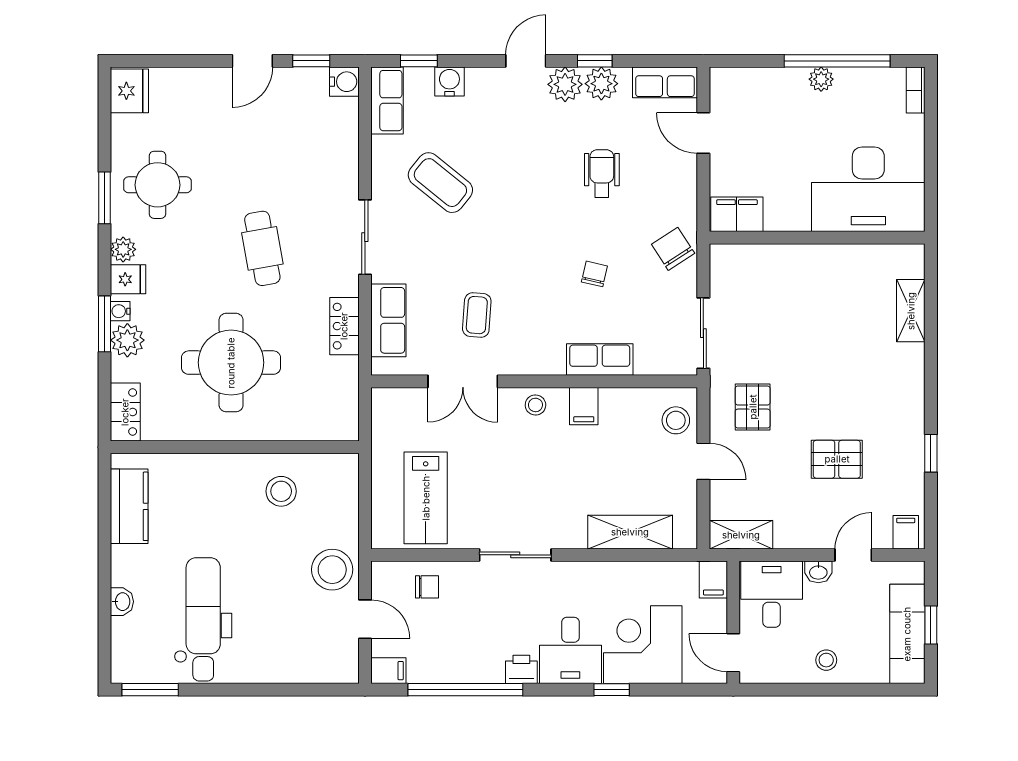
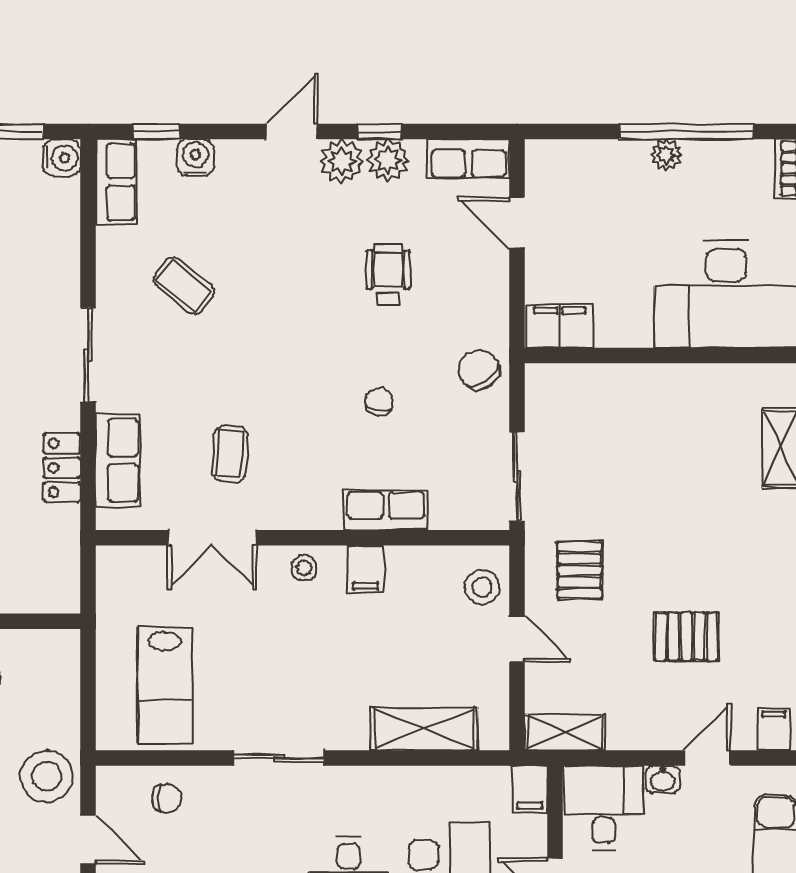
coffee table: (440, 183) -> (184, 286), width x0.73, depth x0.77

